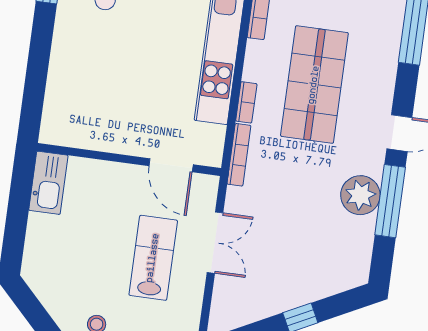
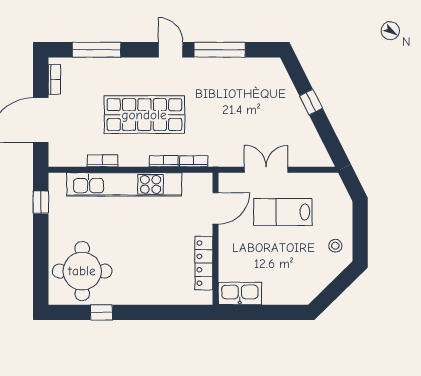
locker: (97, 139) -> (204, 263), added
bookcase: (239, 155) -> (194, 161), width x0.64
plant: (360, 195) -> (218, 71), removed

